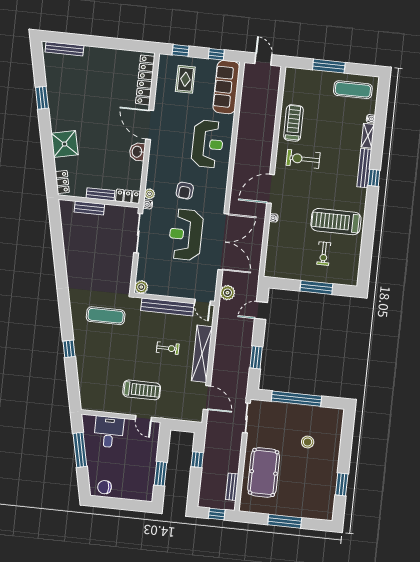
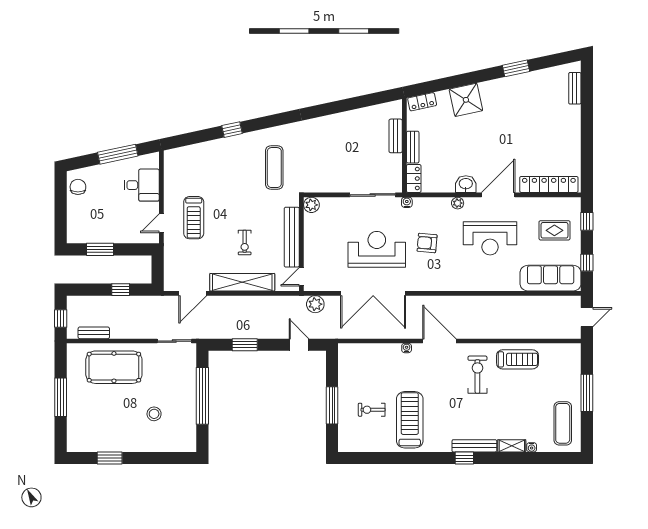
bench: (64, 49) -> (575, 88), width x0.73
reception desk: (208, 144) -> (490, 238), moved
plant: (150, 194) -> (458, 203), moved

